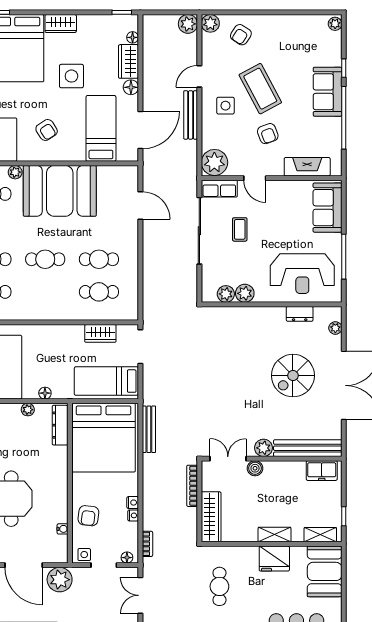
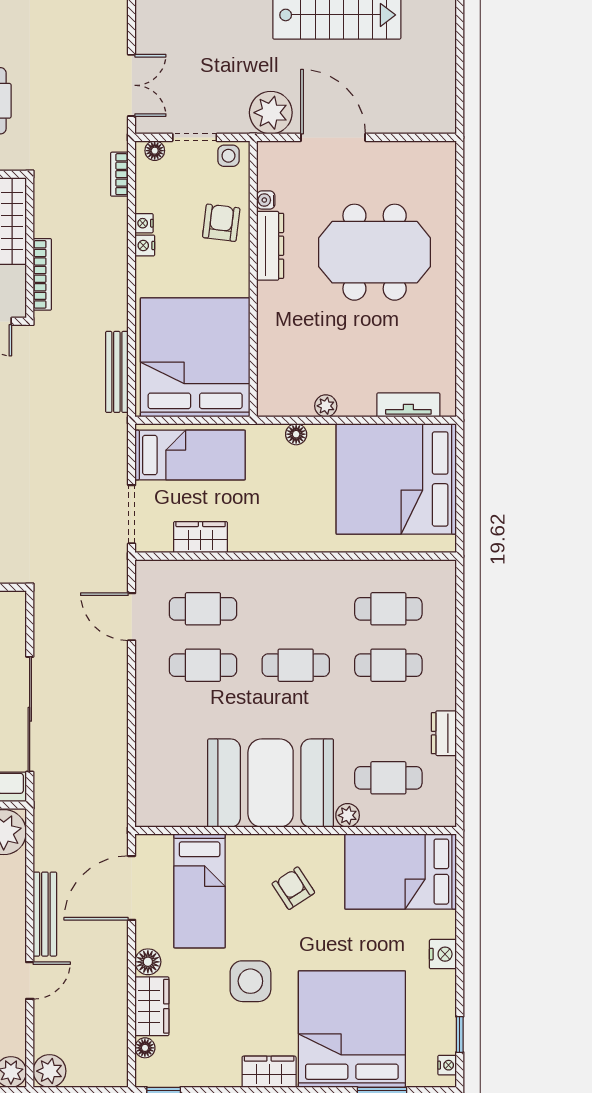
door: (140, 206) -> (132, 617), moved
dresser: (60, 425) -> (270, 246), moved

